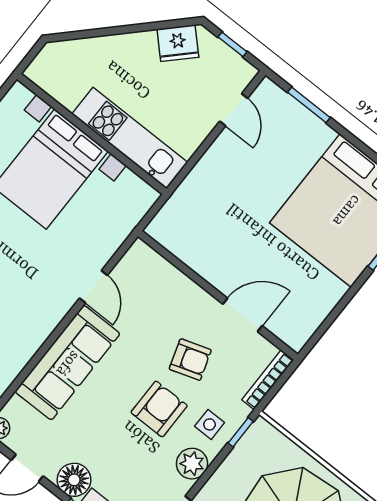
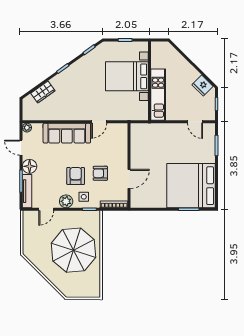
door: (234, 110) -> (195, 122), hinge flipped
door: (243, 315) -> (129, 179), hinge flipped
armchair: (190, 360) -> (100, 173), turned 108
armchair: (159, 409) -> (76, 176), turned -90

